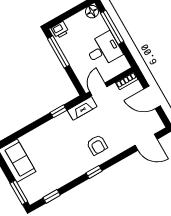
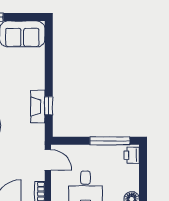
fireplace: (82, 108) -> (38, 107), moved

